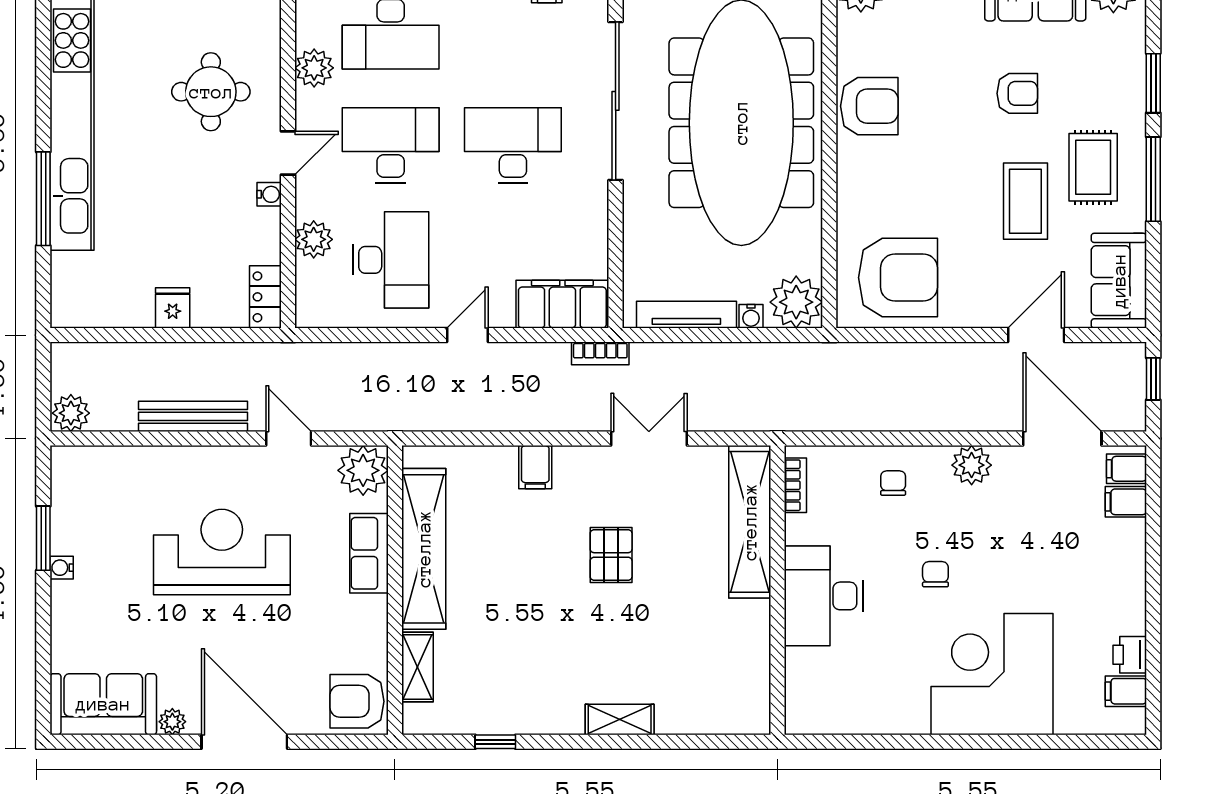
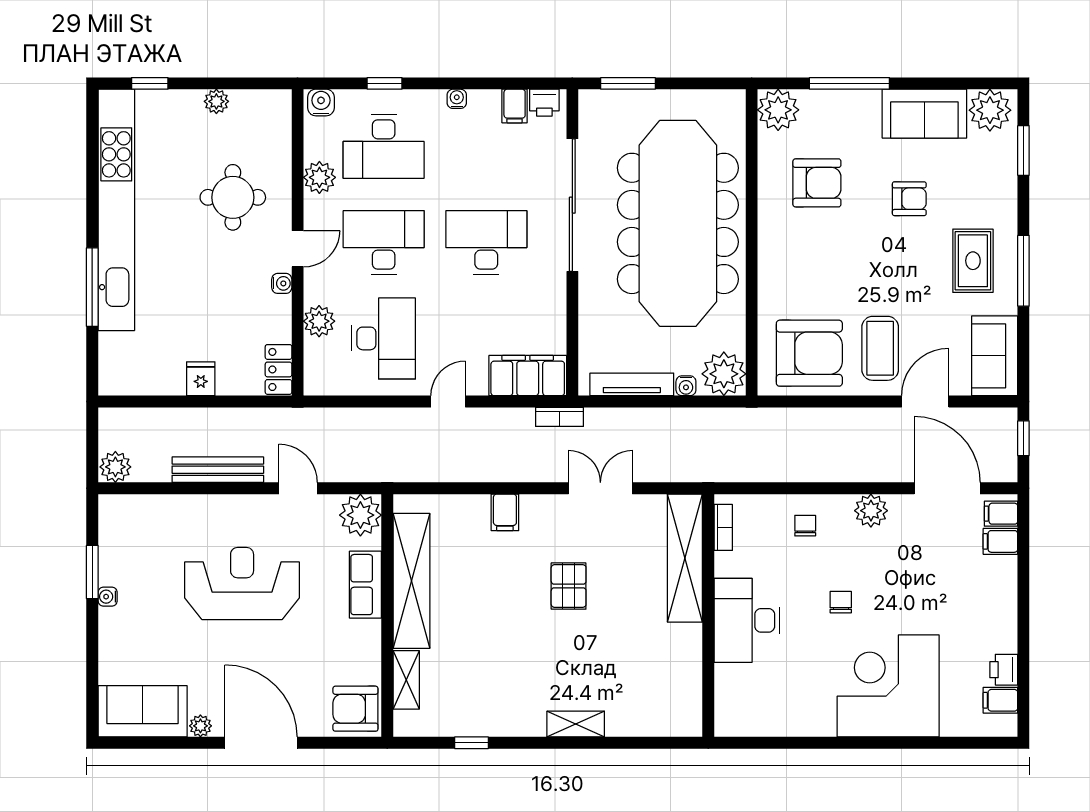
window: (1153, 83) -> (1023, 150), moved
armchair: (869, 106) -> (817, 183), moved
coffee table: (1025, 201) -> (880, 348), moved

